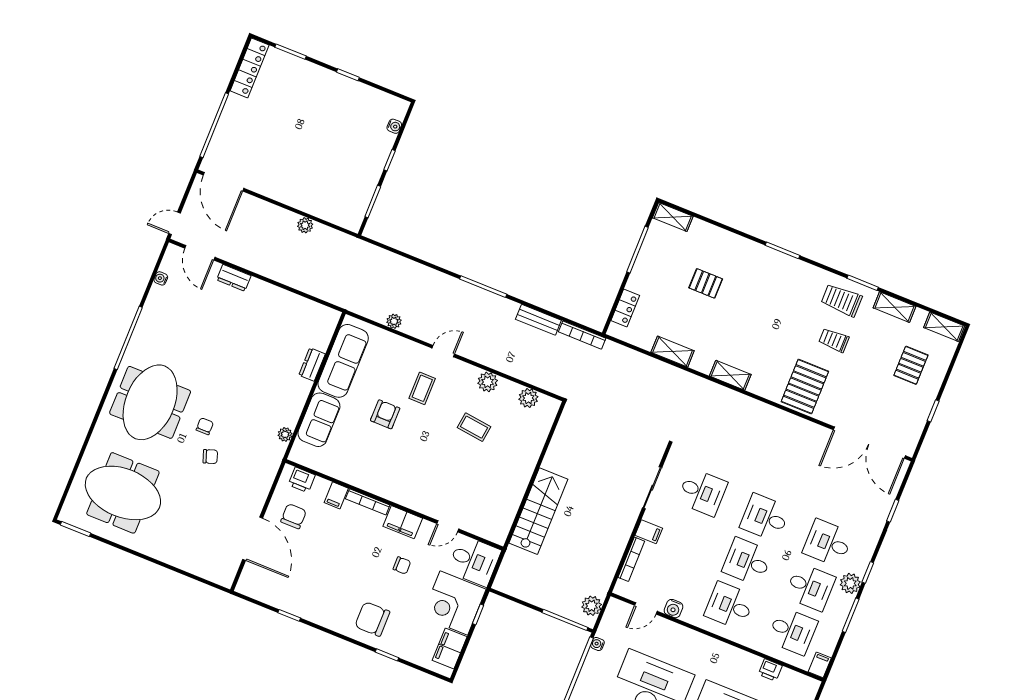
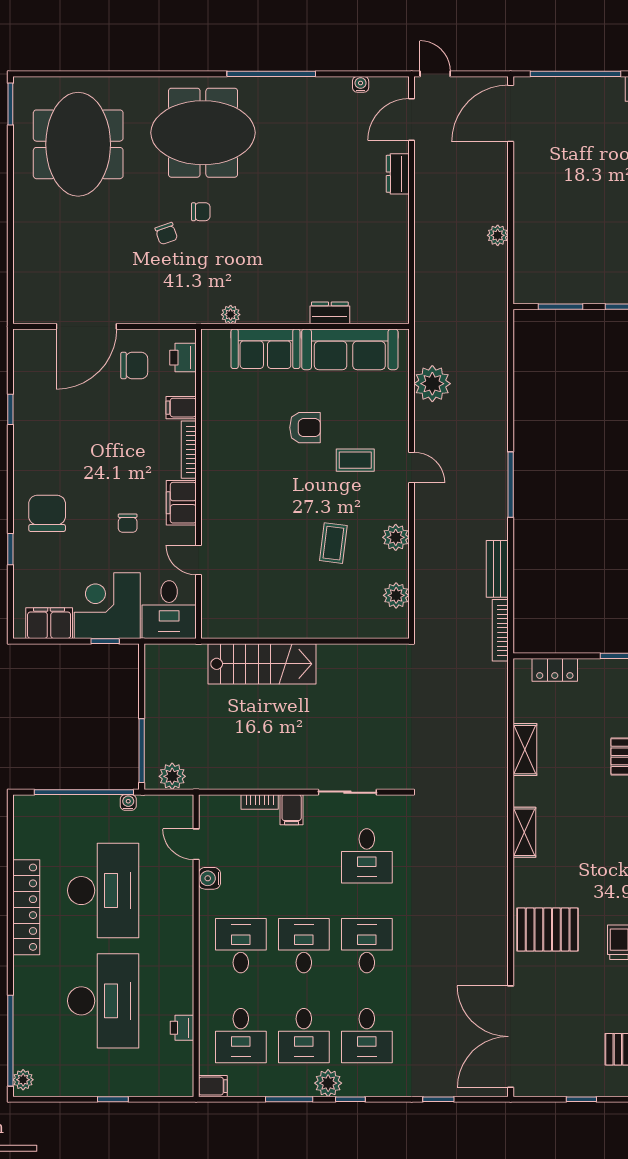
plant: (394, 321) -> (432, 384), width x1.87, depth x1.87
desk: (828, 543) -> (367, 1036), turned 180
bookcase: (631, 559) -> (260, 802), width x0.64

